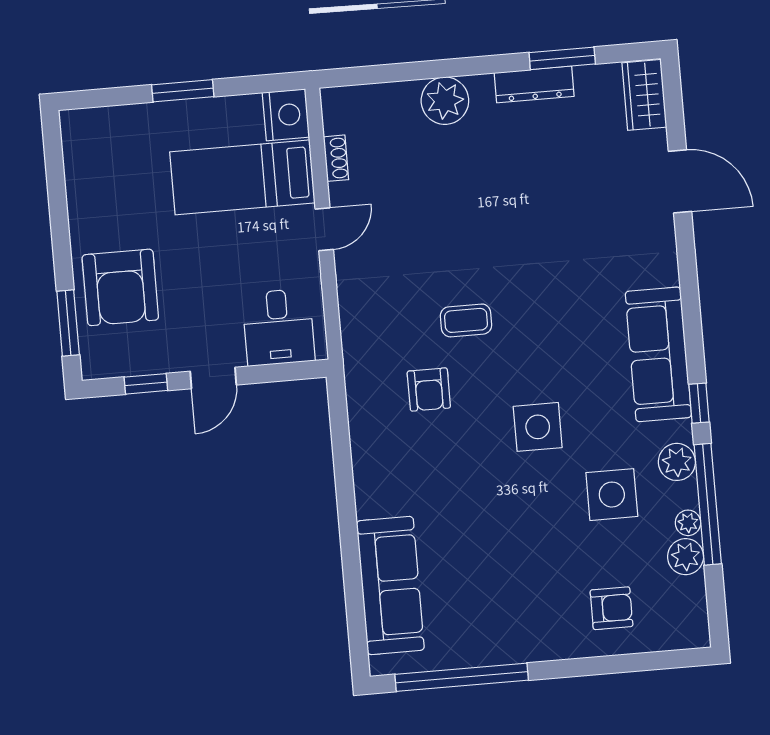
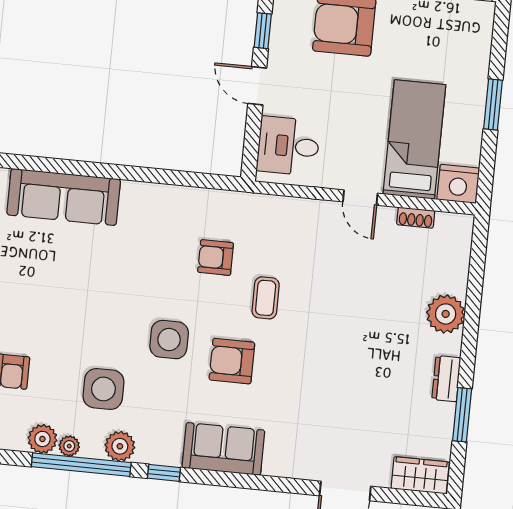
dresser: (534, 84) -> (446, 379), width x0.70
armchair: (549, 347) -> (232, 361), added
sofa: (658, 354) -> (223, 449), width x0.73

